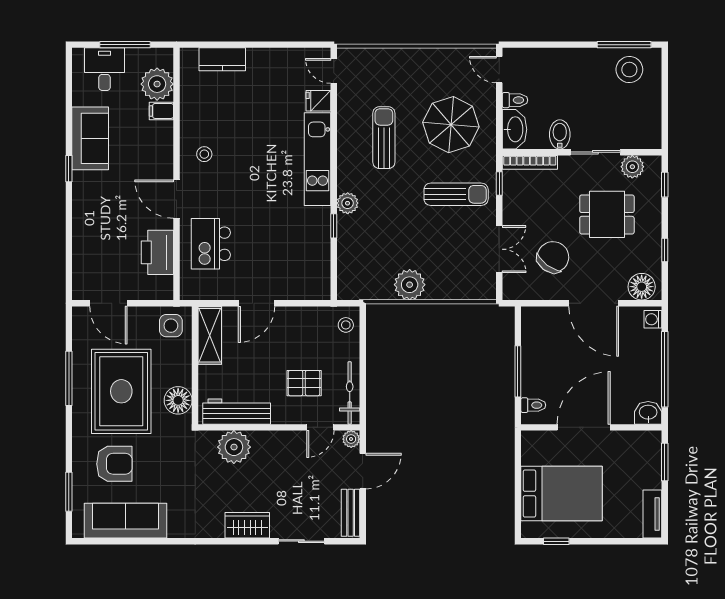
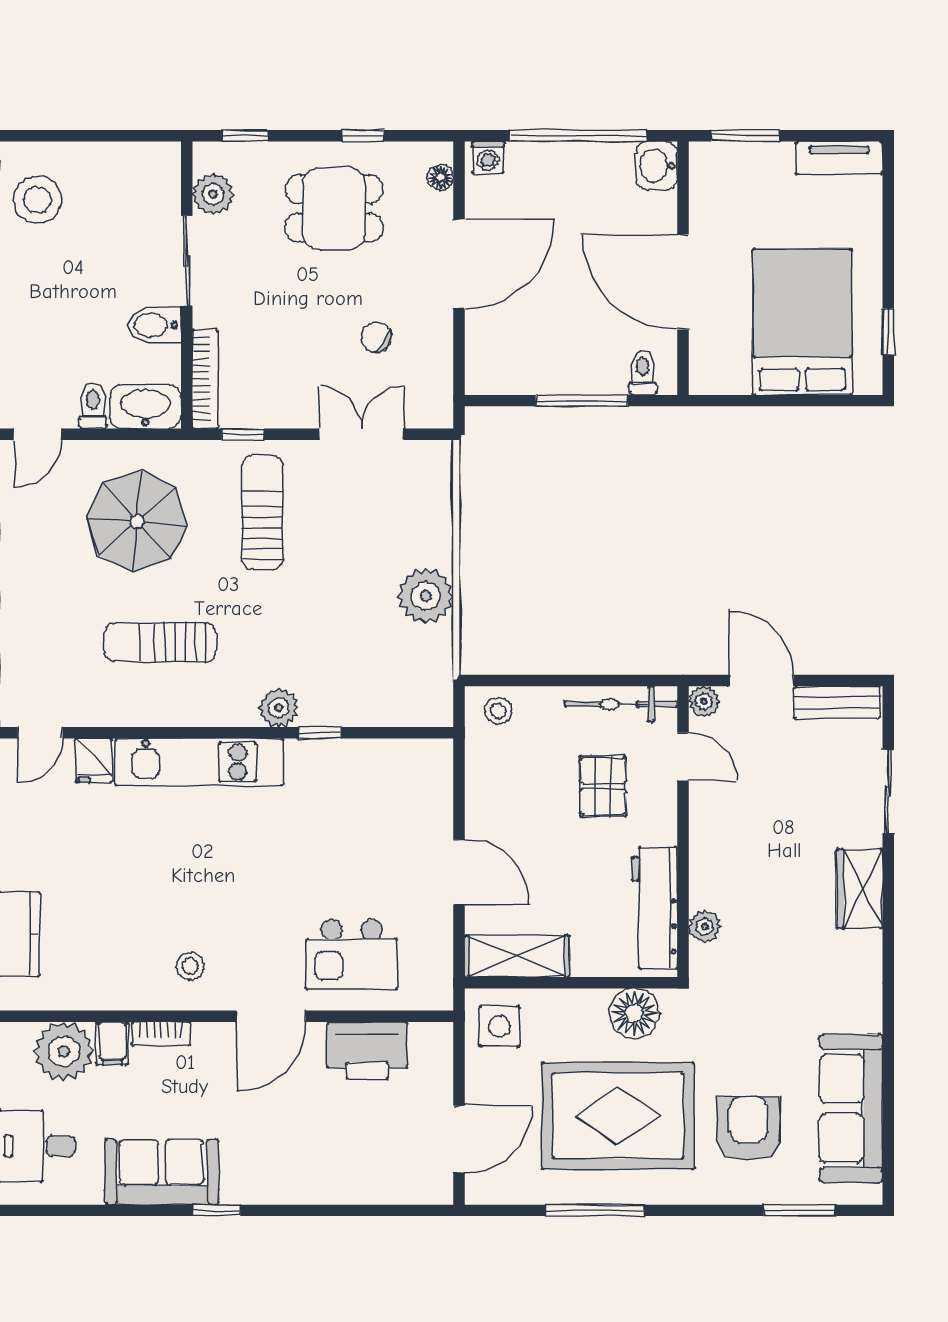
bookcase: (167, 138) -> (161, 1034), added
dining table: (607, 214) -> (334, 209), moved, turned 90
chair: (553, 257) -> (376, 337), width x0.54, depth x0.54
floor lamp: (642, 287) -> (441, 177), width x0.53, depth x0.53
plant: (234, 447) -> (704, 927), width x0.53, depth x0.53

